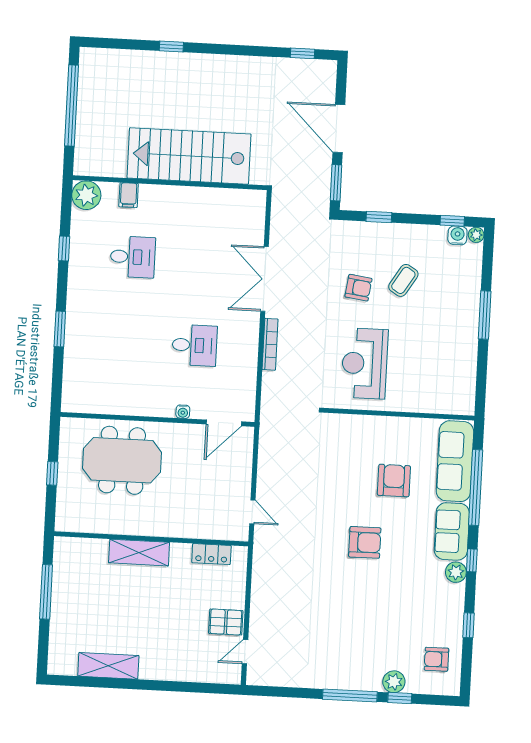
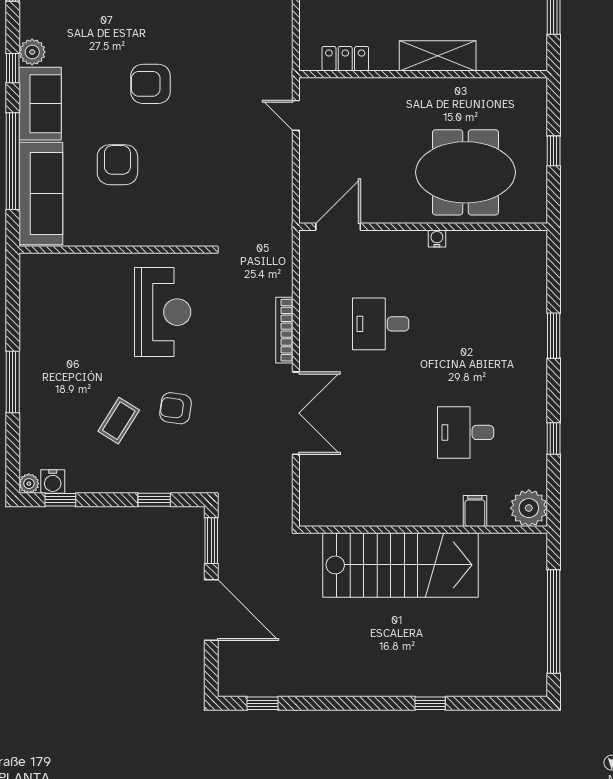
water cooler: (183, 412) -> (437, 238), moved
armchair: (394, 481) -> (117, 165), turned 180

